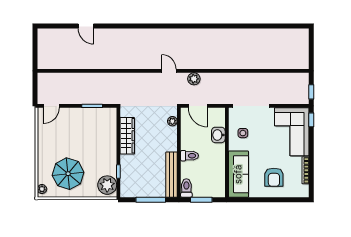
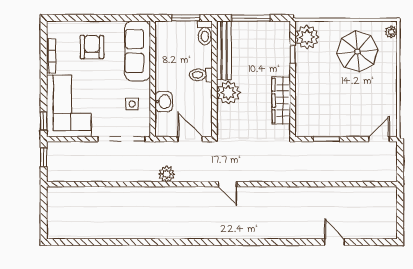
plant: (194, 79) -> (167, 174), moved
plant: (172, 121) -> (228, 93), moved, width x1.88, depth x1.88

